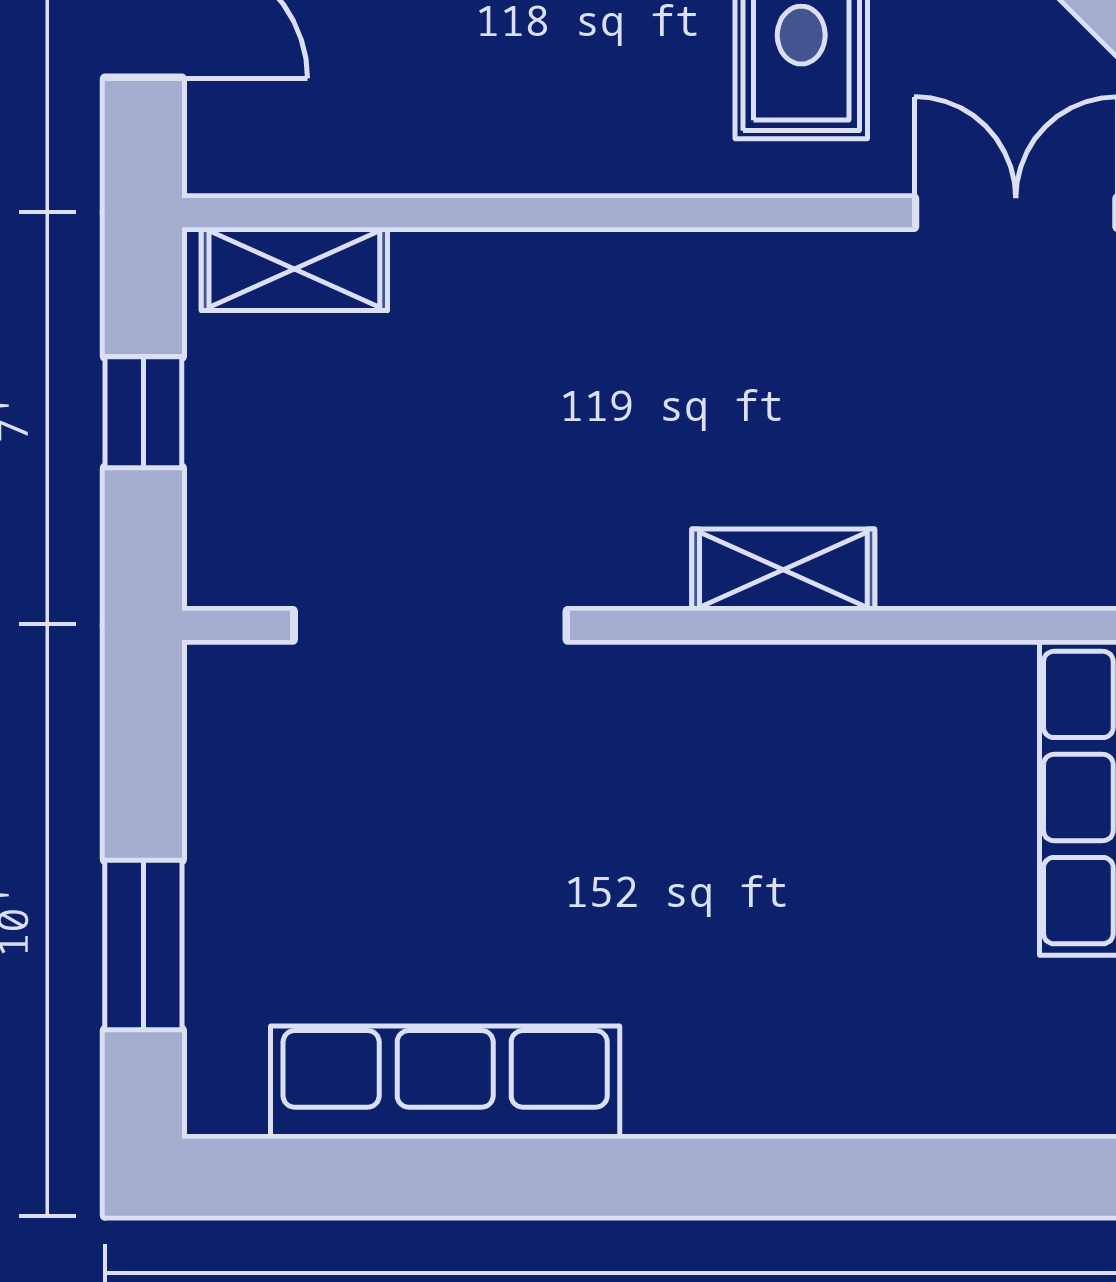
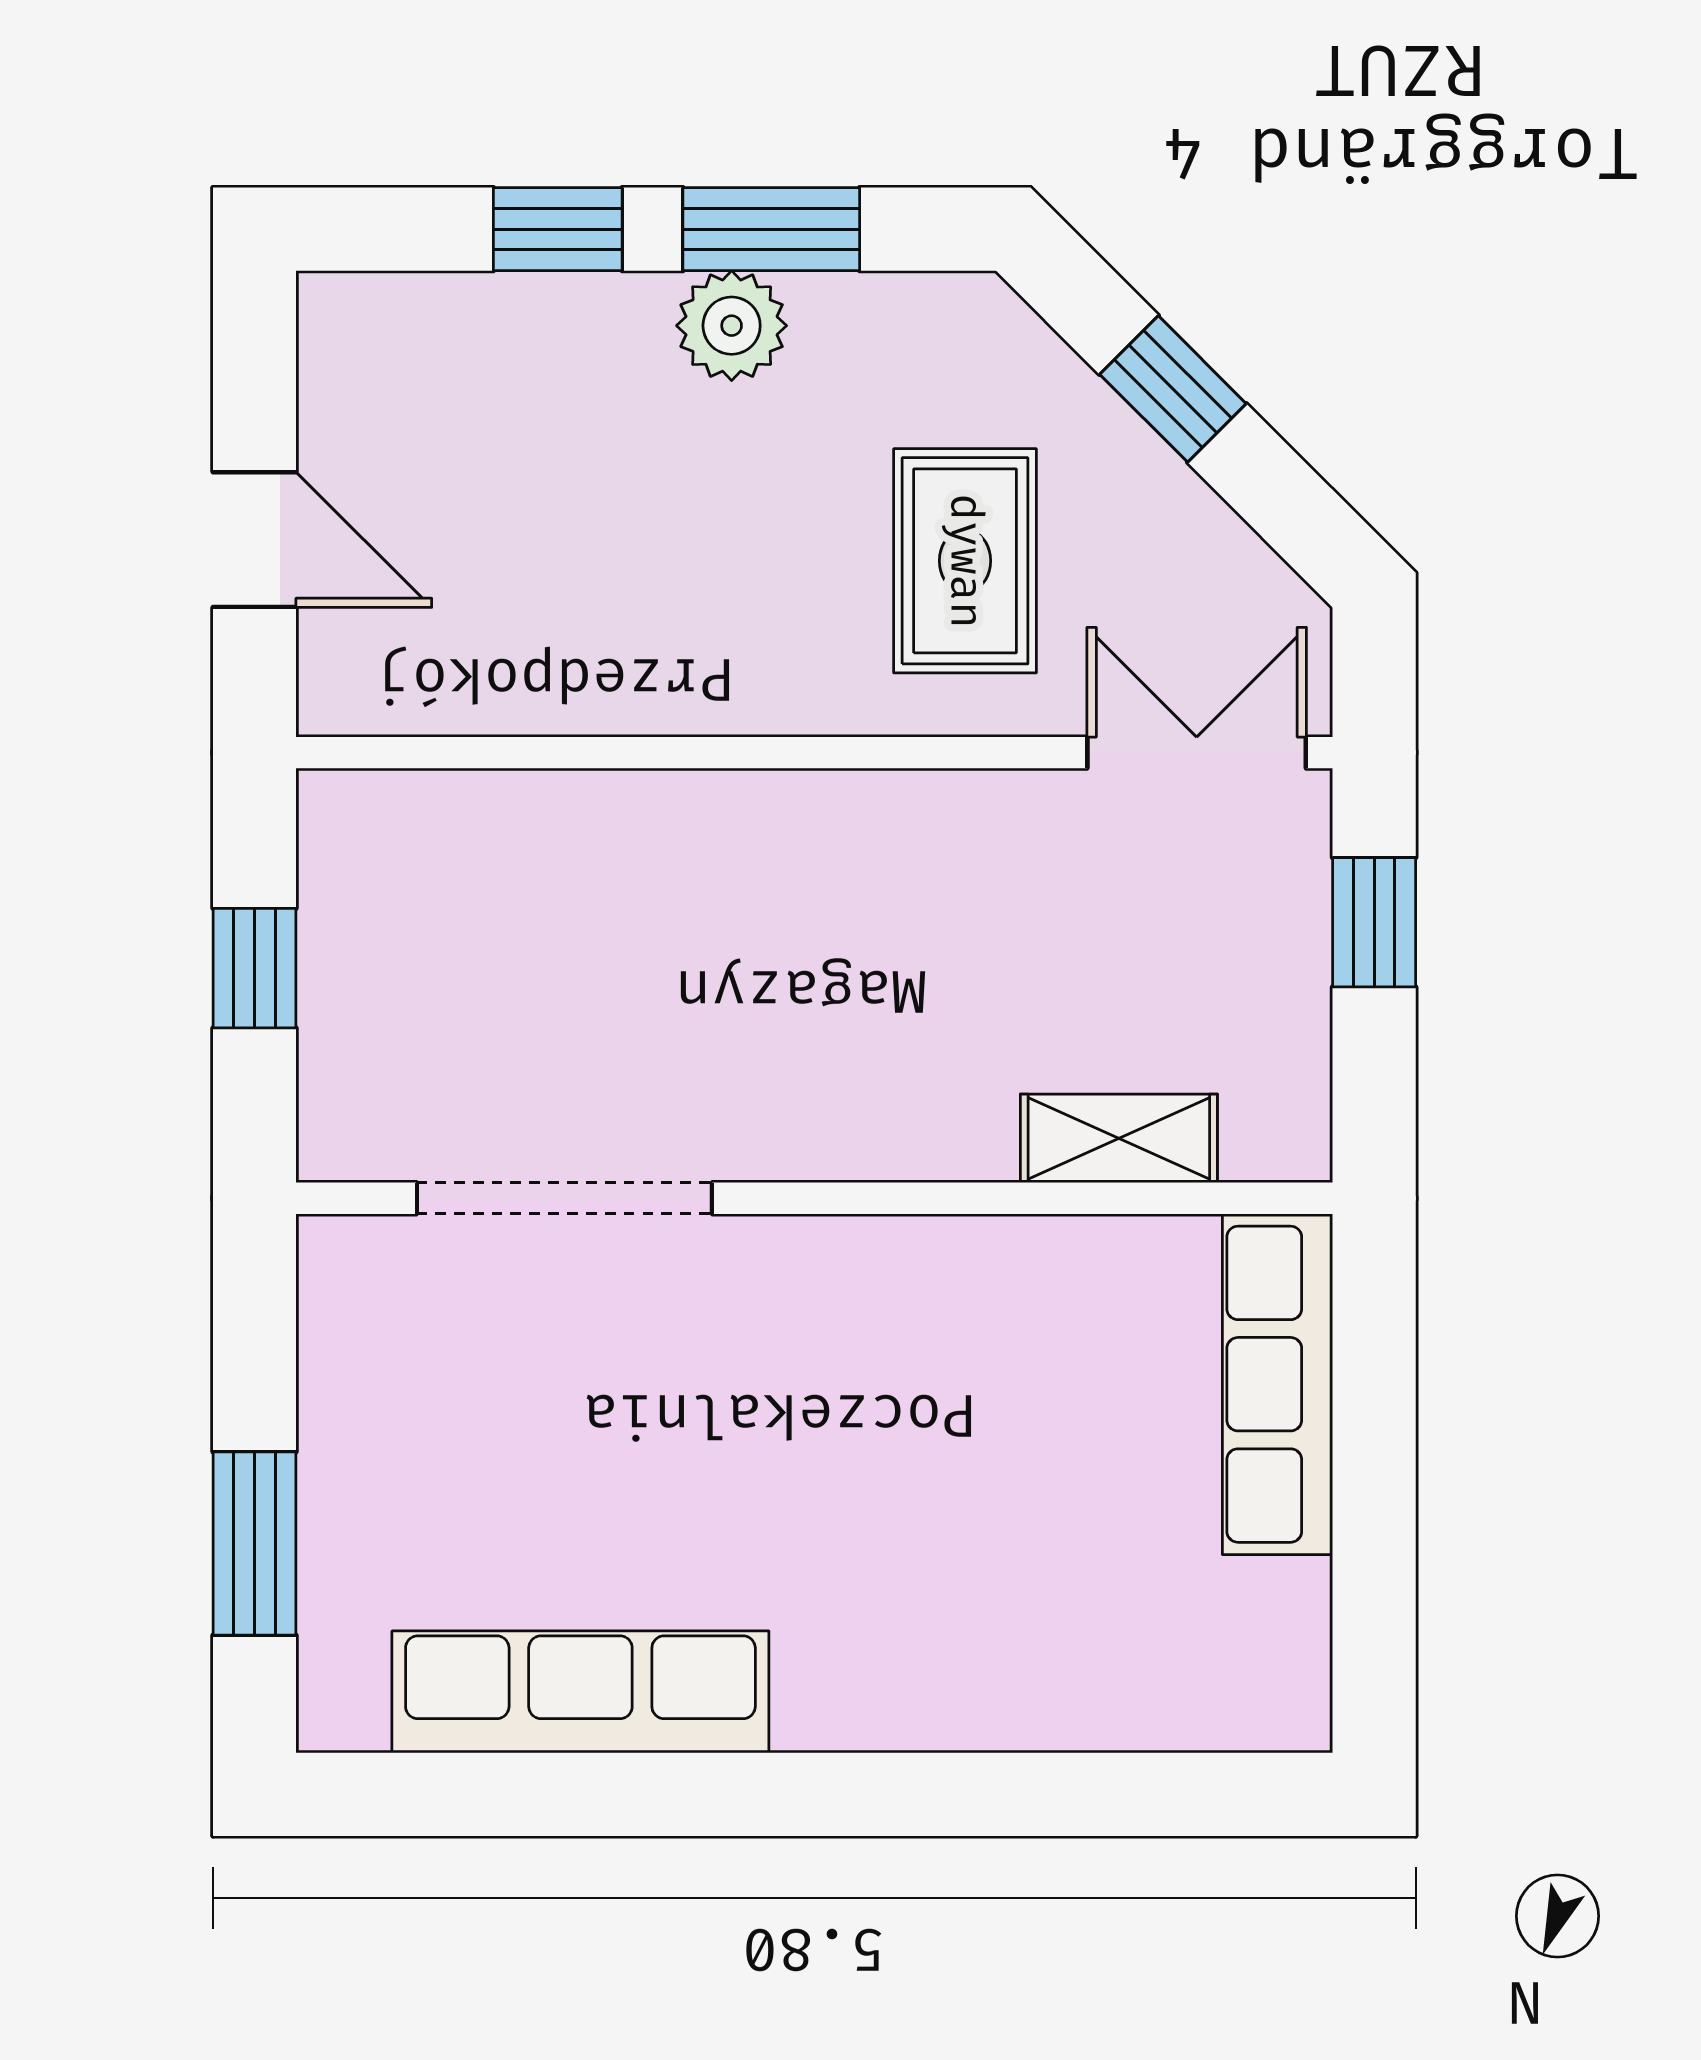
shelving: (294, 269) -> (418, 813), removed
shelving: (783, 570) -> (1119, 1138), moved

